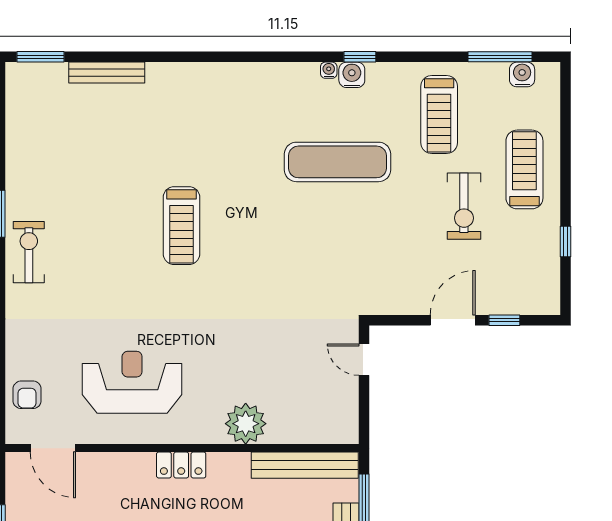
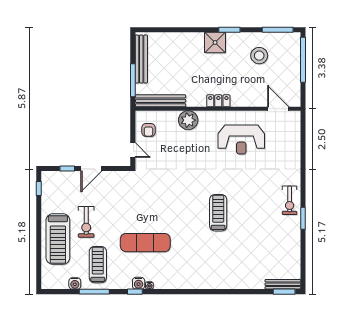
window: (500, 57) -> (94, 292), moved
bench: (107, 73) -> (283, 284), moved
water cooler: (522, 74) -> (75, 283), moved
treadmill: (524, 169) -> (58, 239), width x1.37, depth x1.38
exercise bike: (464, 206) -> (86, 222), turned 180
window: (565, 242) -> (39, 188), moved
armchair: (27, 395) -> (148, 130), moved, turned 180

